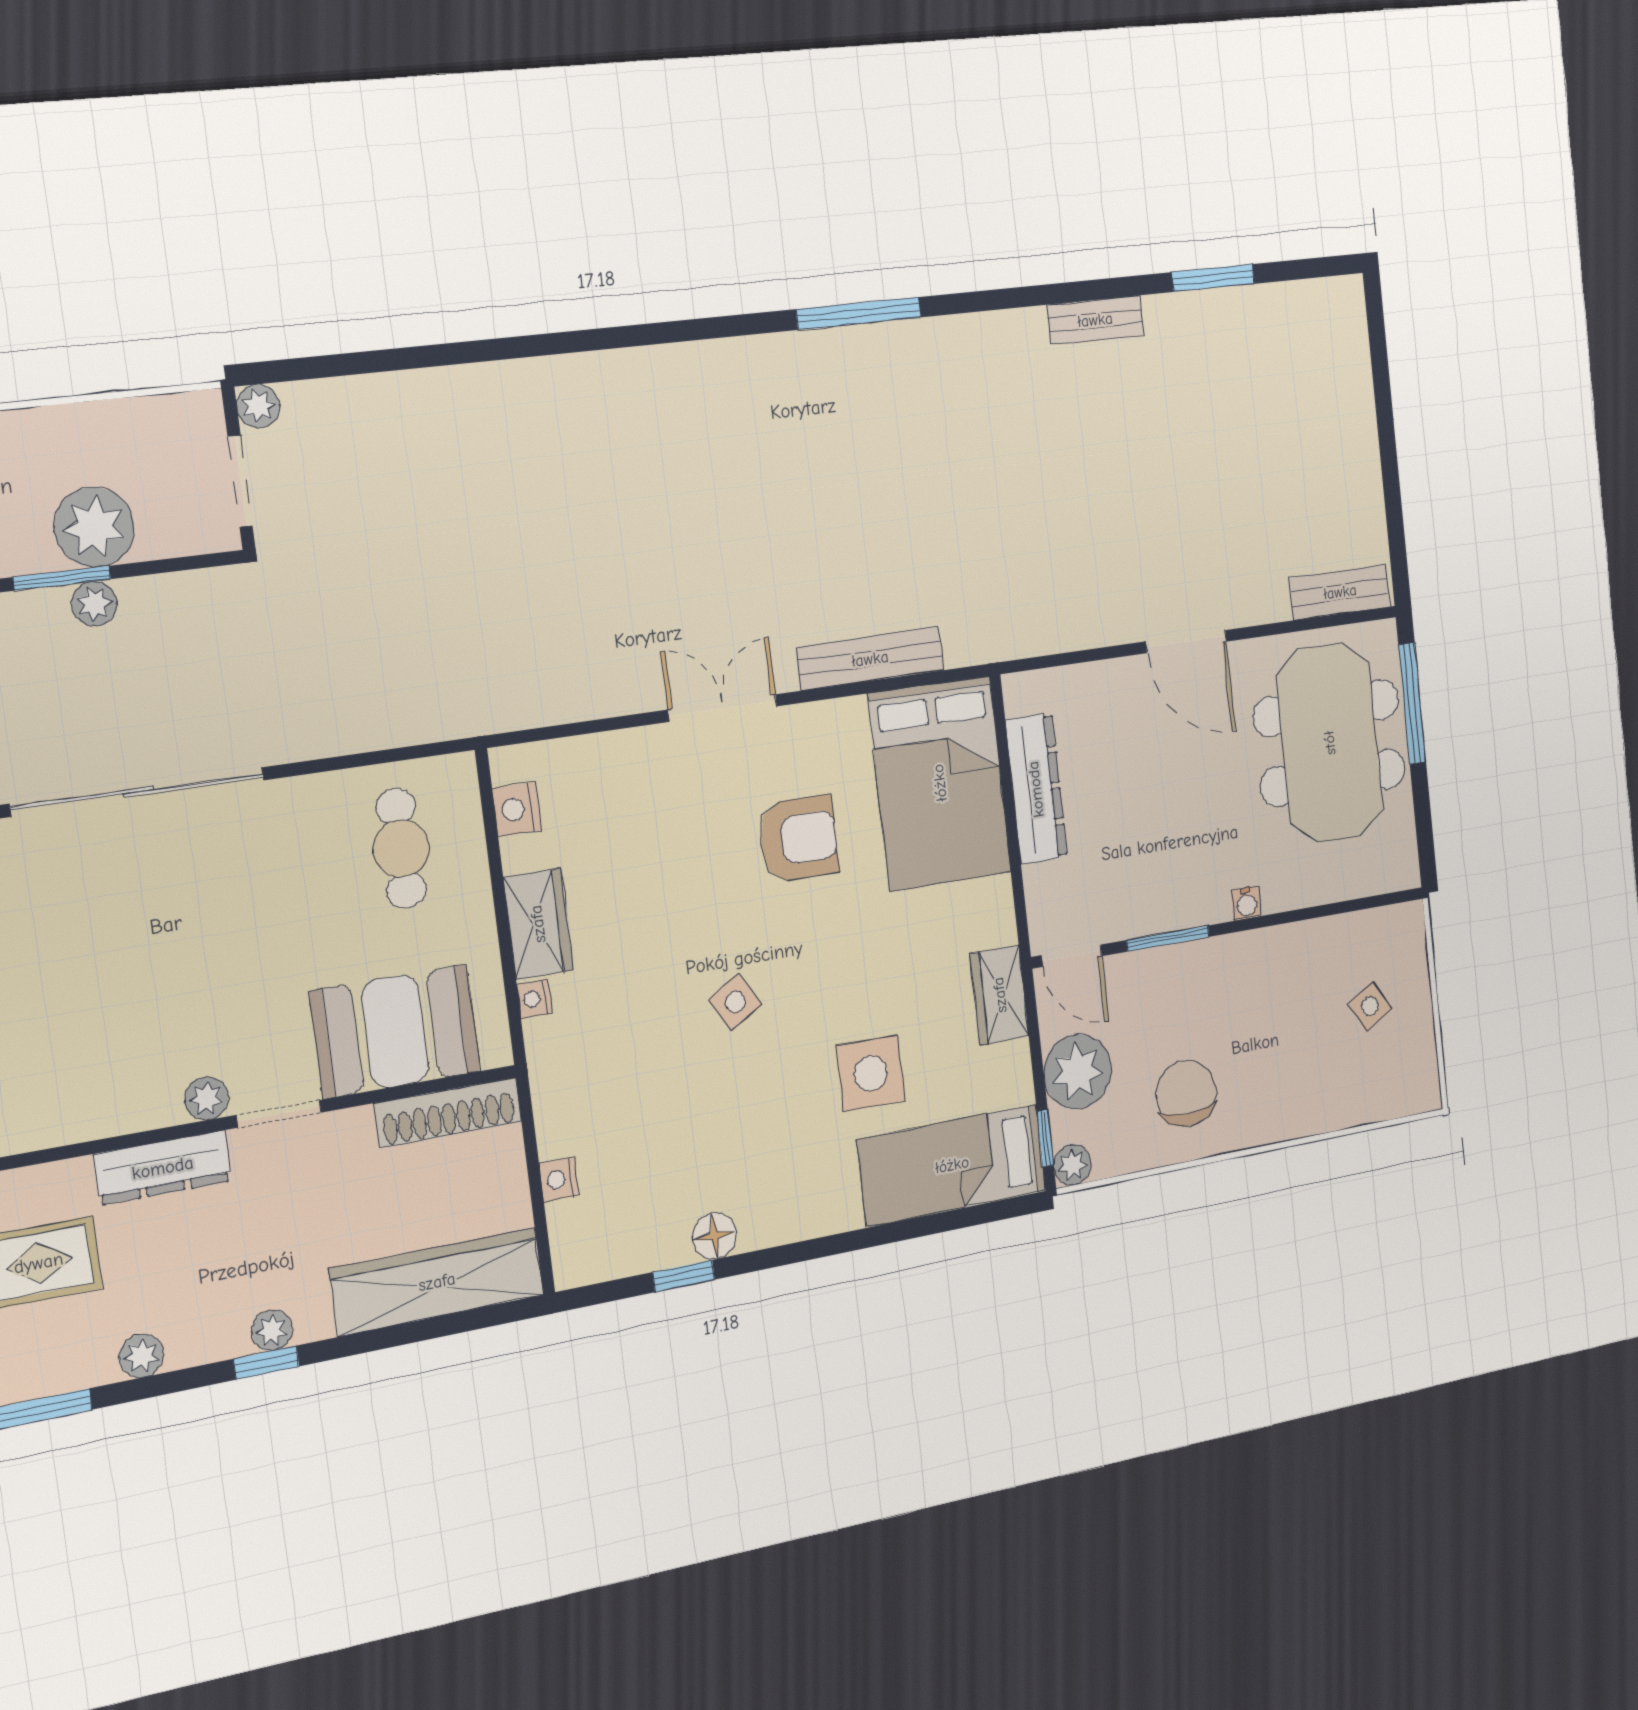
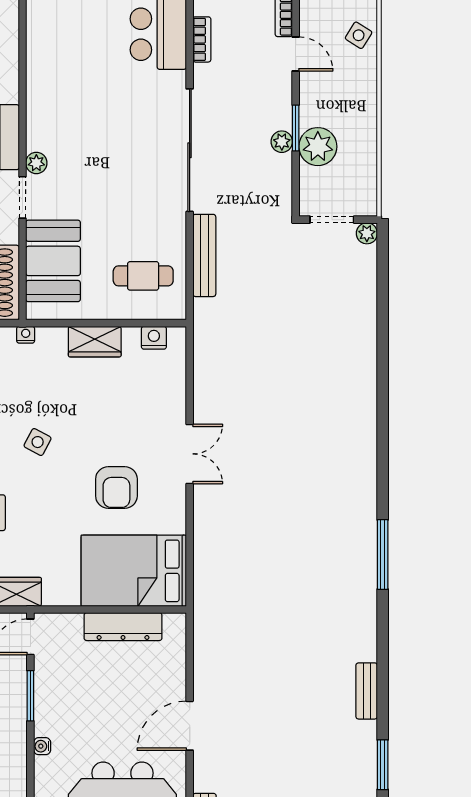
bench: (870, 659) -> (204, 255), moved
nightstand: (534, 999) -> (26, 335), moved
side table: (735, 1002) -> (38, 442), turned -32

